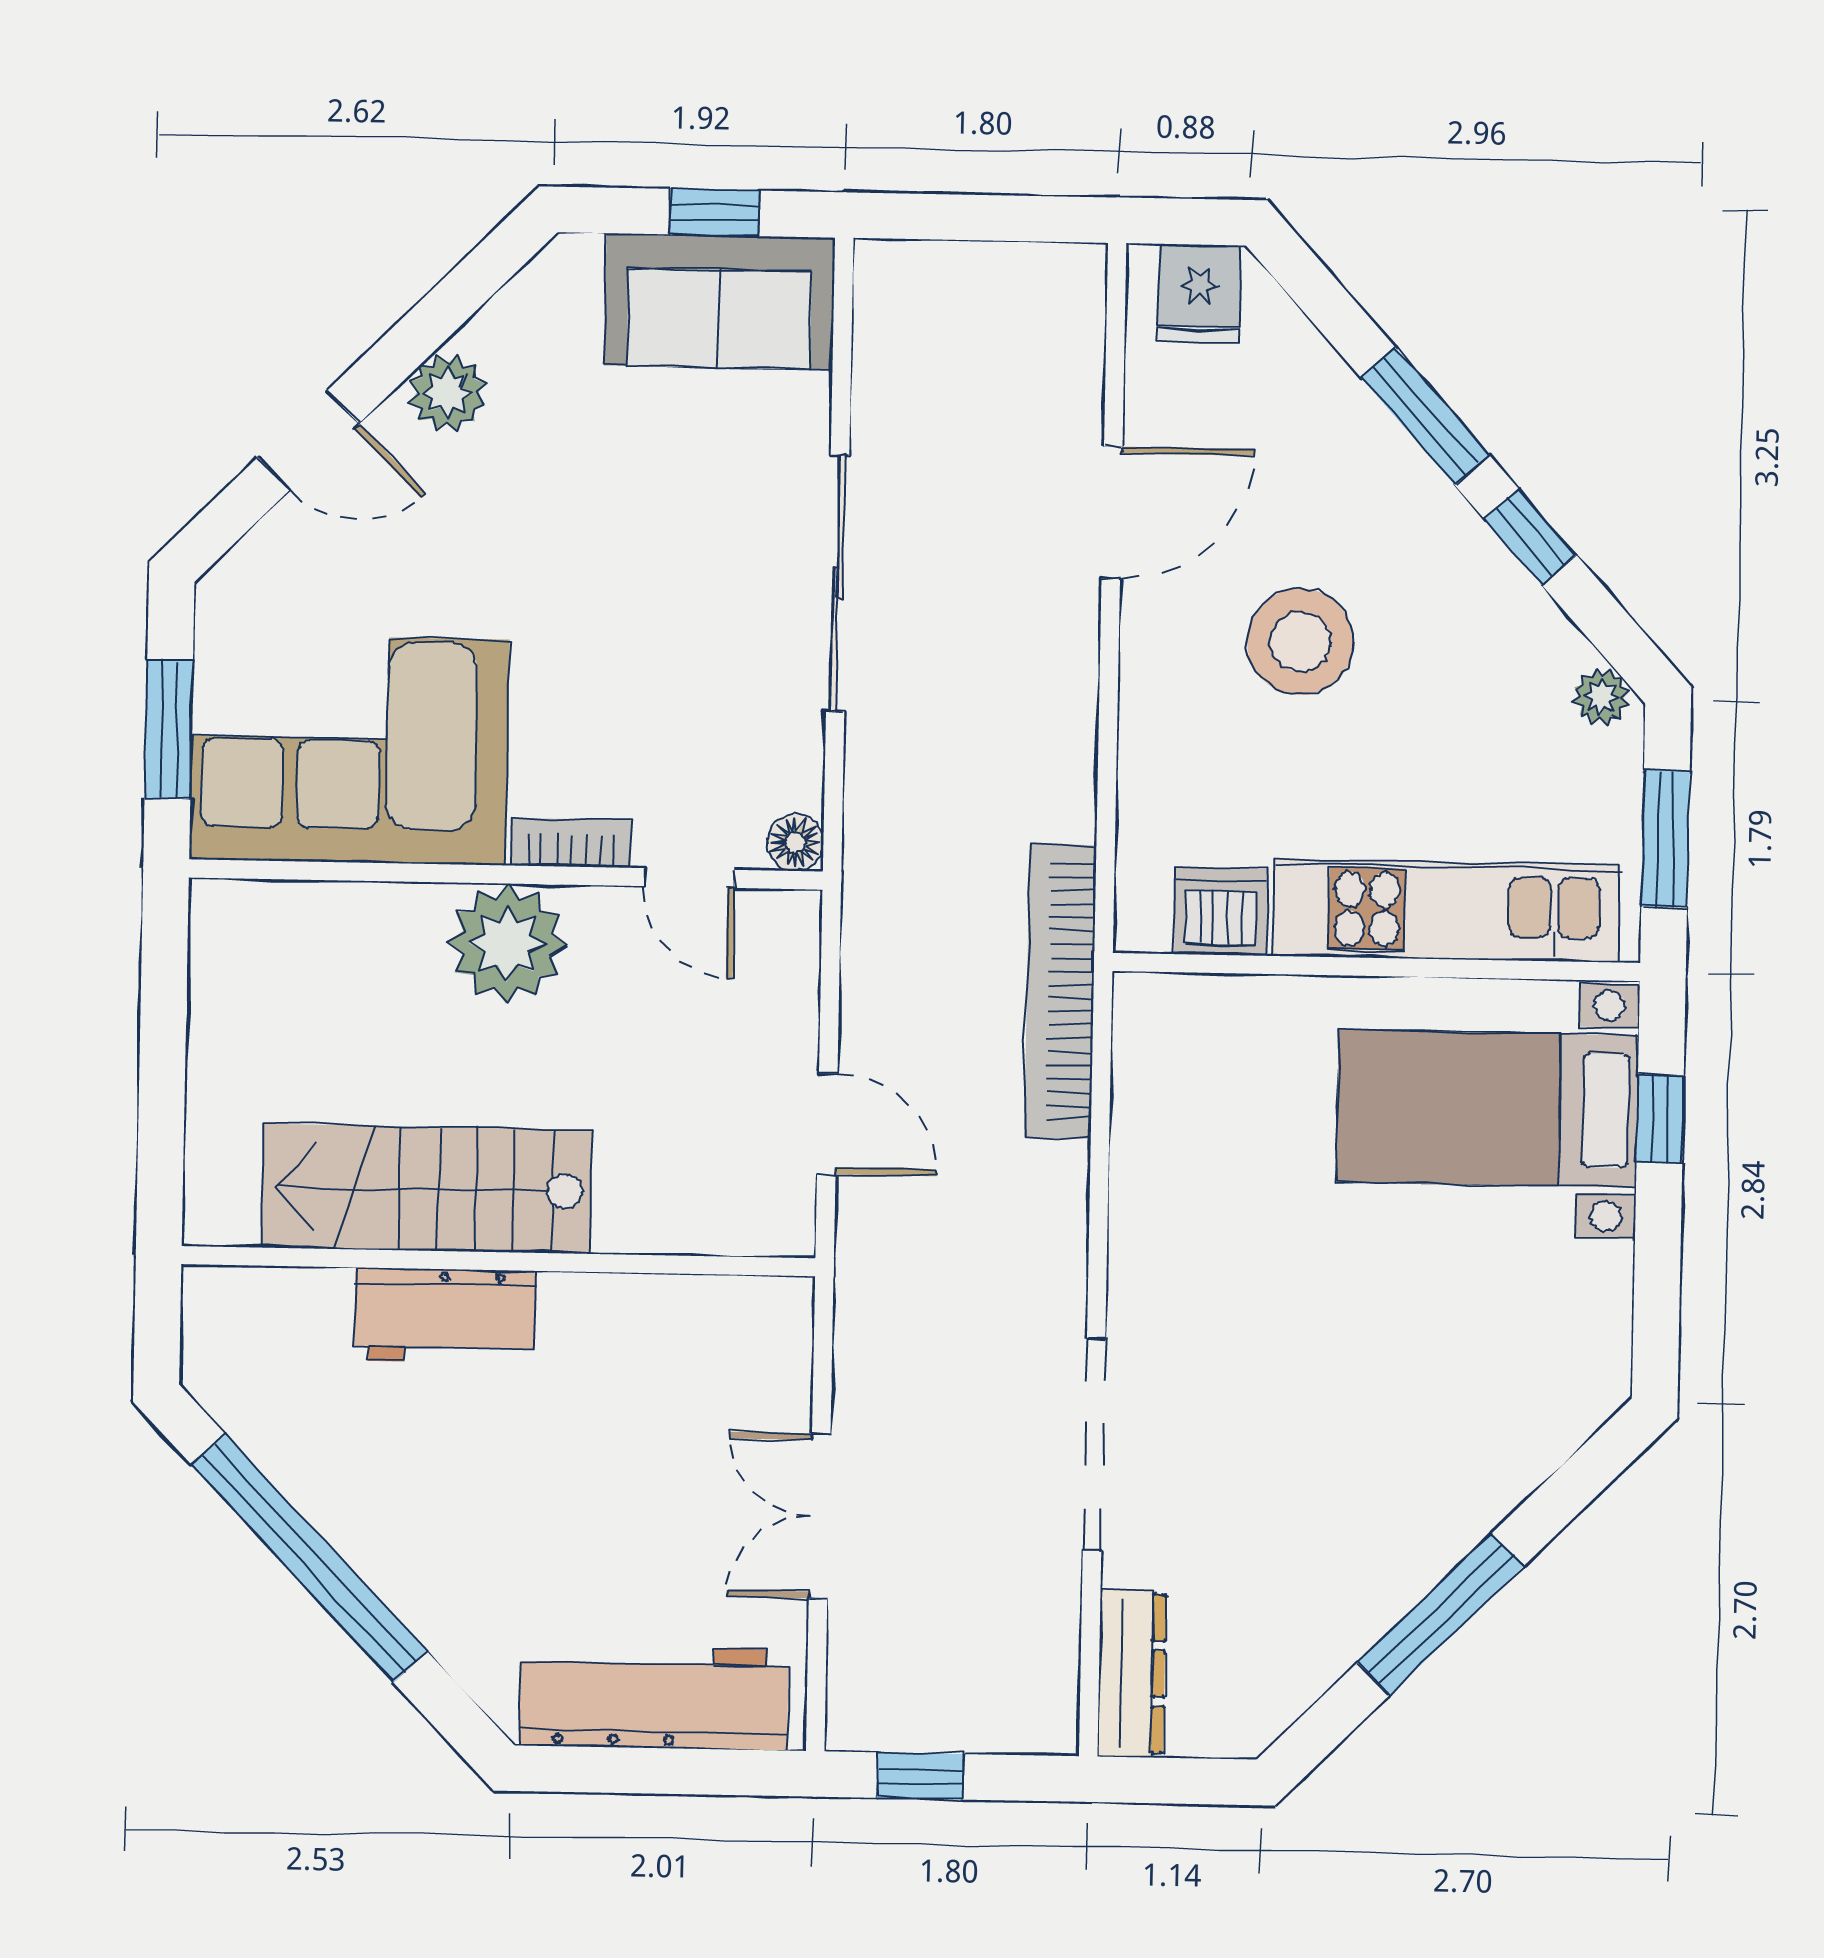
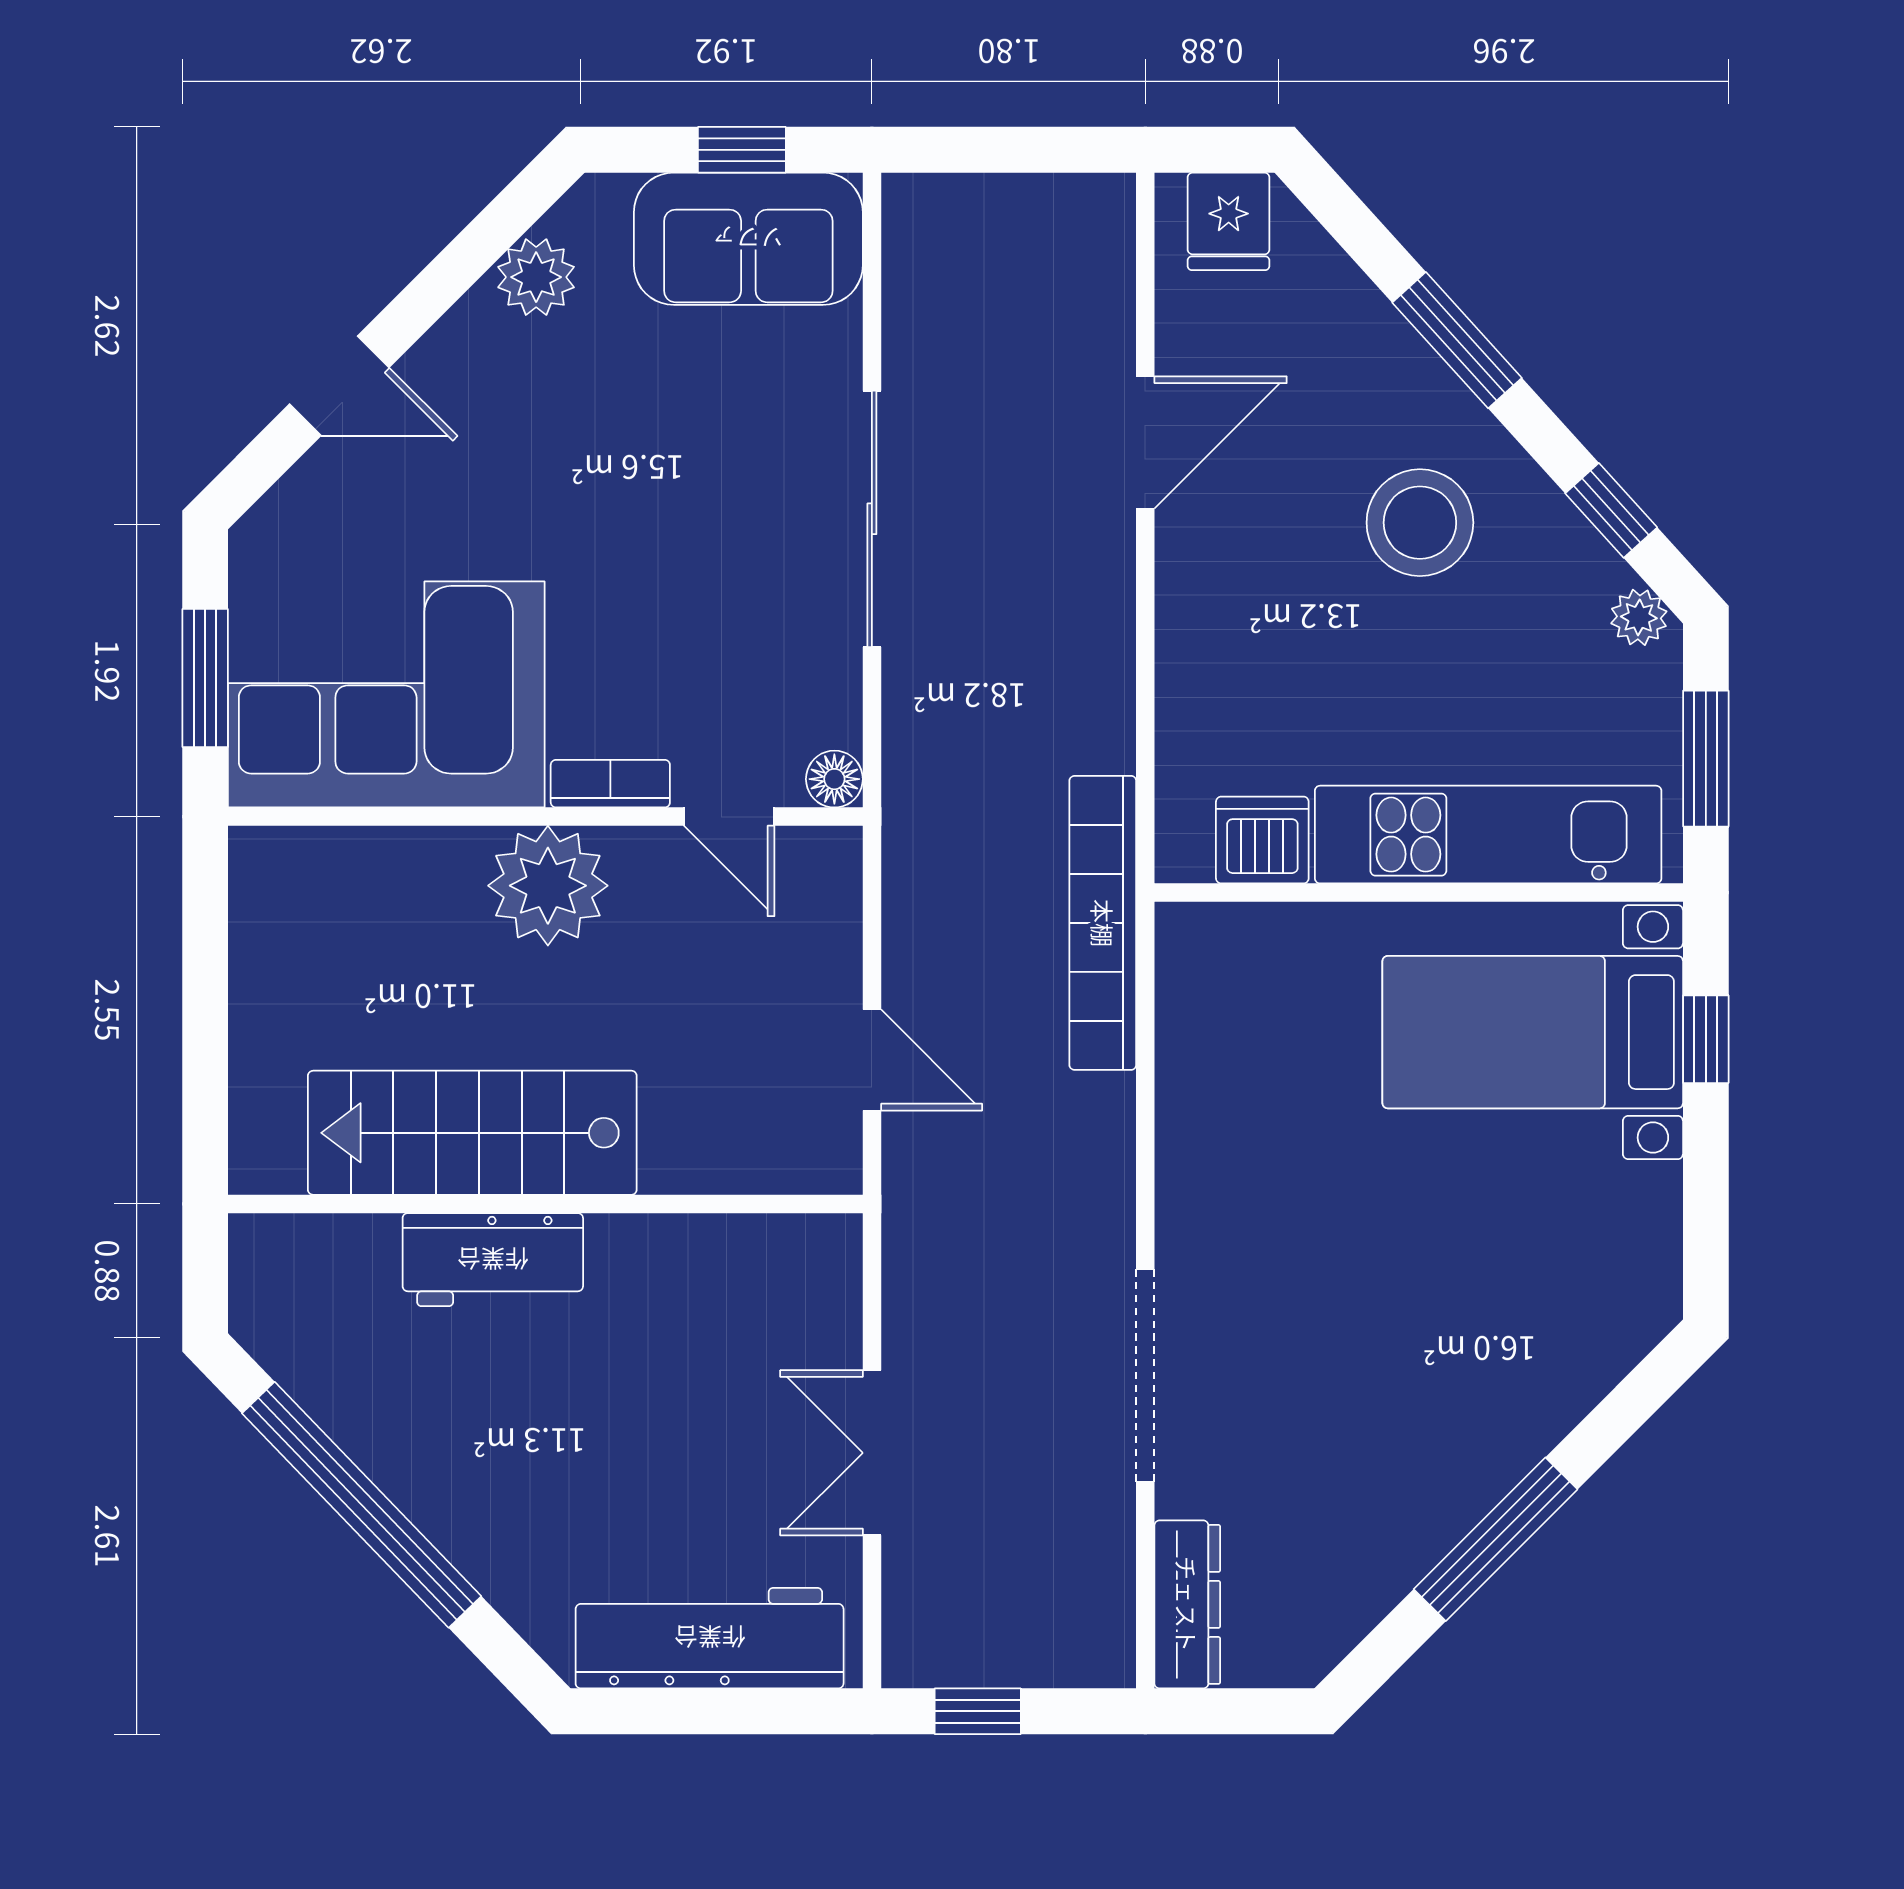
plant: (447, 393) -> (536, 277), moved
window: (1530, 537) -> (1611, 510), moved
stool: (1300, 642) -> (1420, 523), moved

